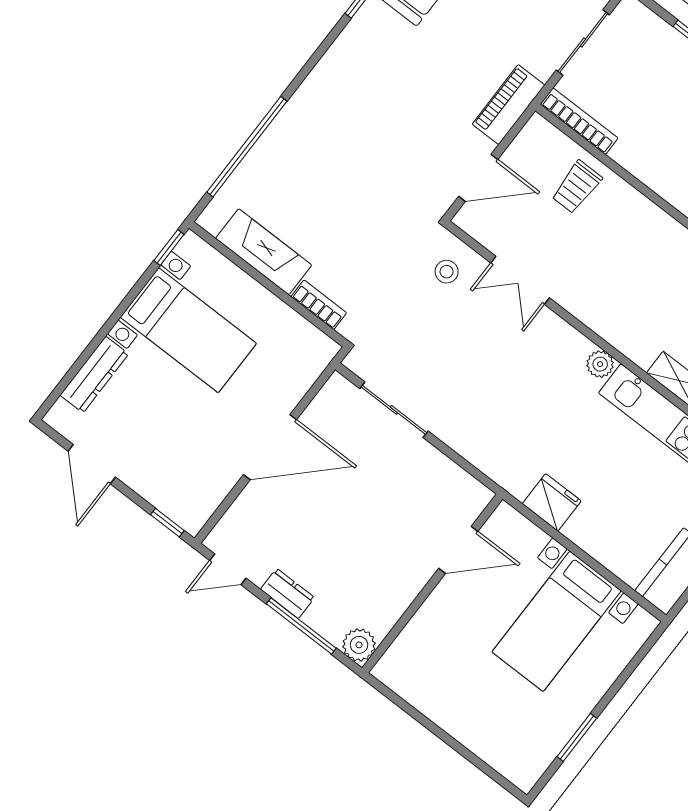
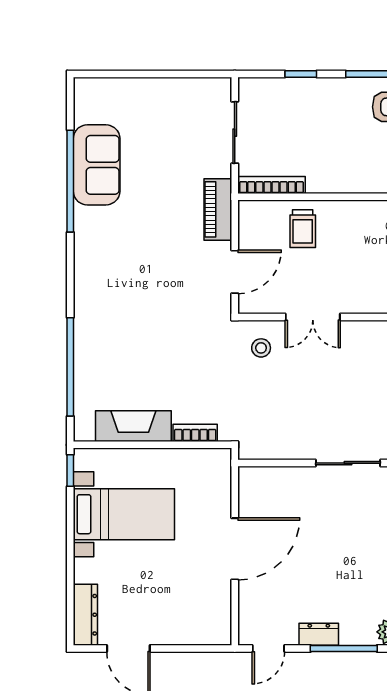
dresser: (94, 375) -> (85, 615), moved
sliding door: (394, 410) -> (348, 463), moved
window: (167, 523) -> (206, 648), removed

